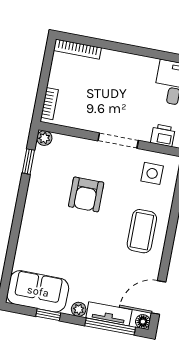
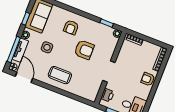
armchair: (119, 65) -> (148, 79), added
side table: (152, 173) -> (47, 47), moved
armchair: (86, 194) -> (84, 50), turned 180
armchair: (49, 227) -> (71, 27), added

